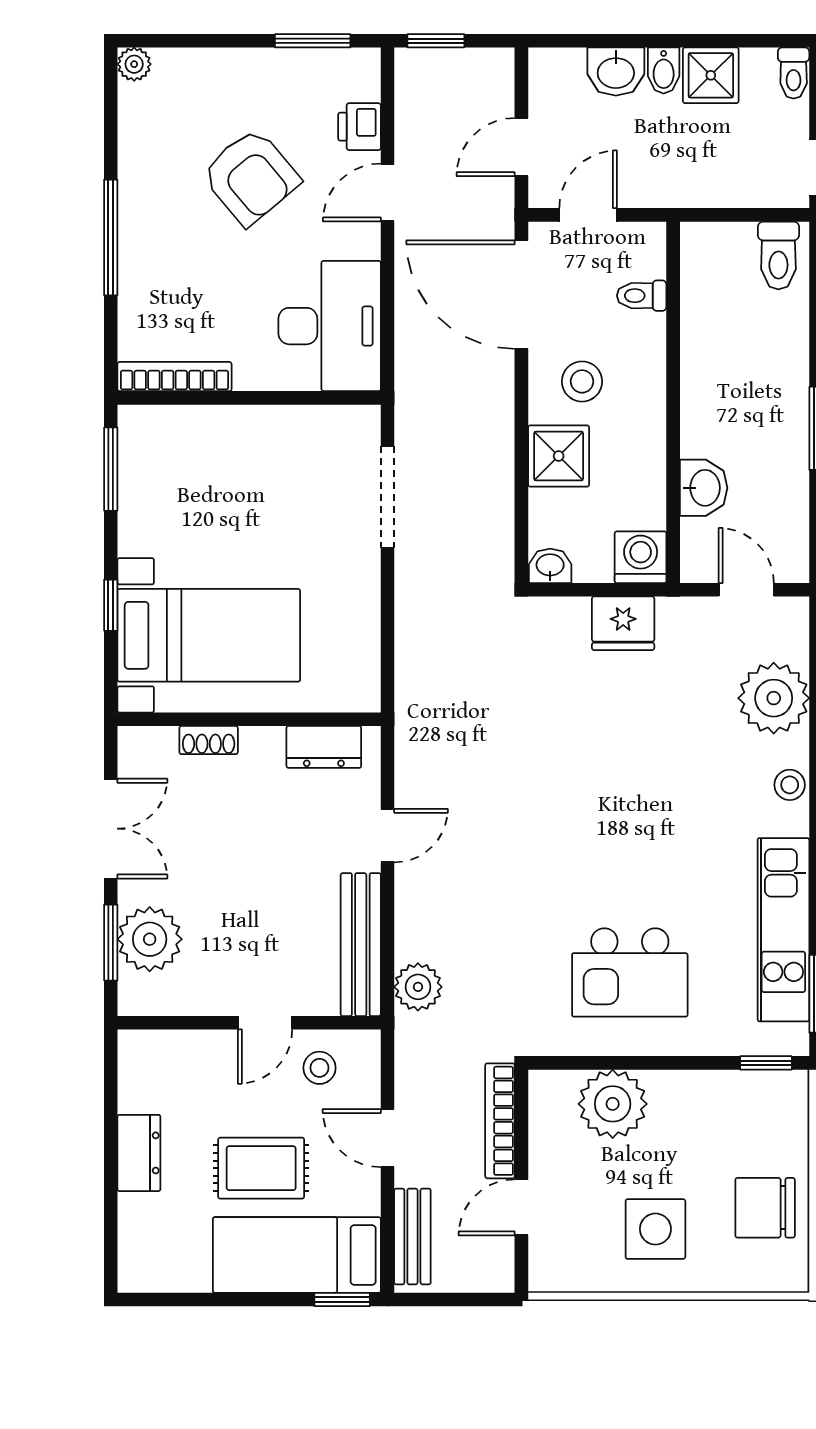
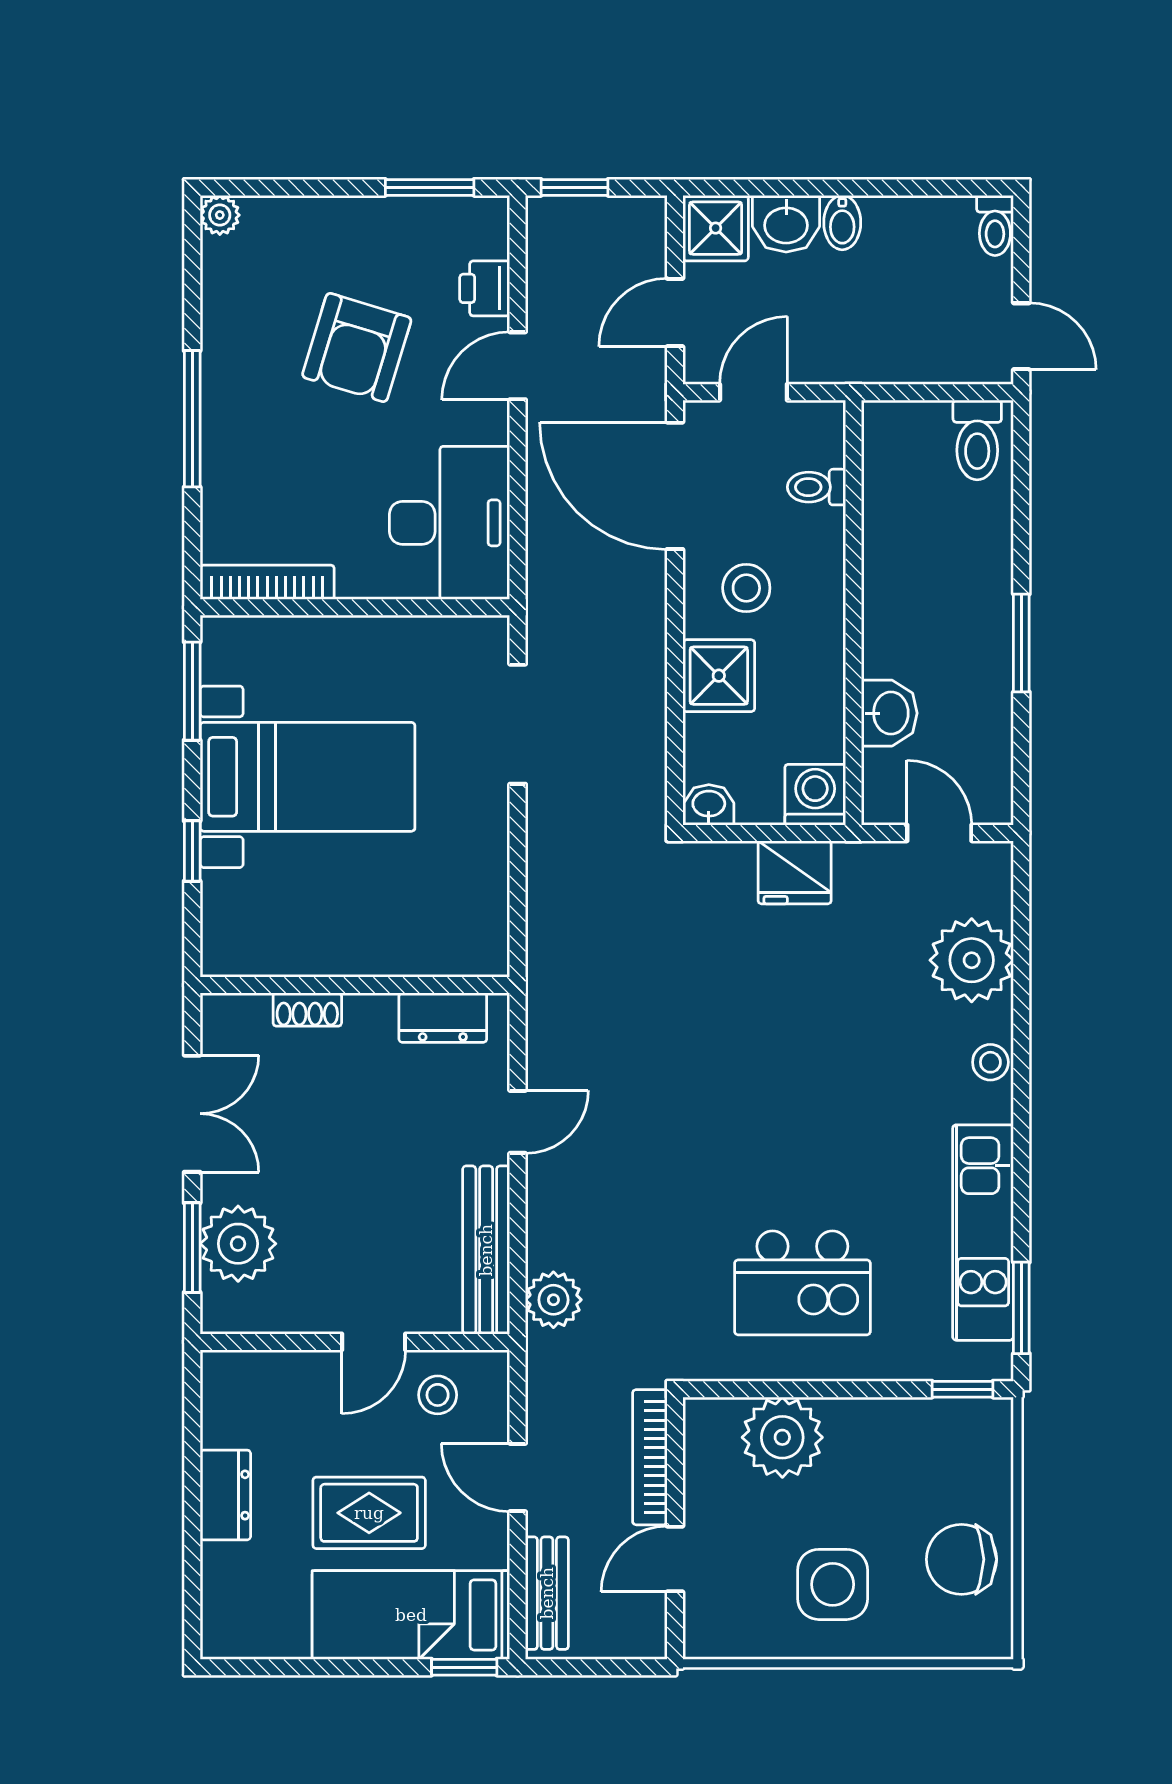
shower: (711, 75) -> (716, 228), moved
armchair: (251, 177) -> (357, 347), turned 57
bed with nightstands: (209, 635) -> (308, 777), moved

